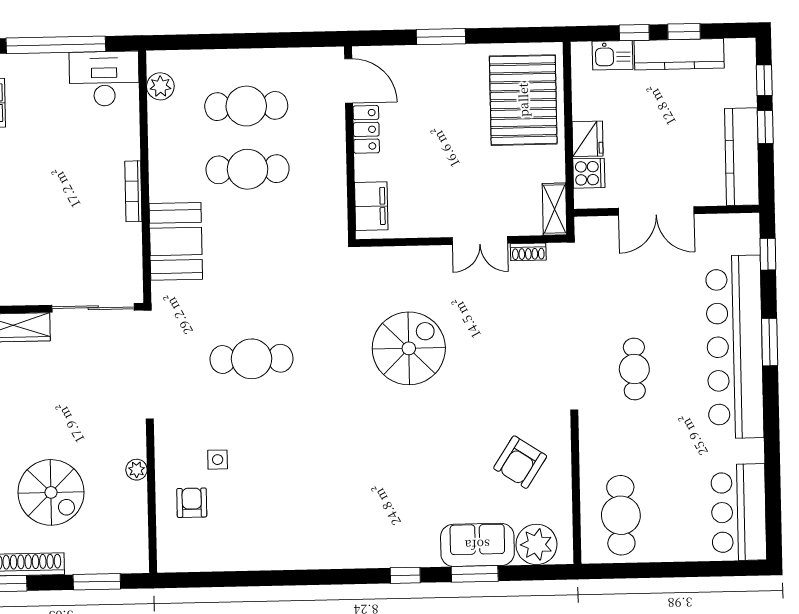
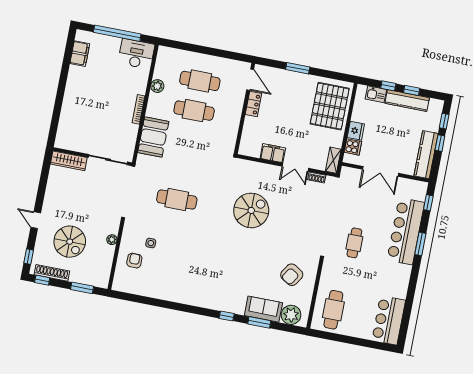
plant: (160, 86) -> (157, 86), moved
filing cabinet: (371, 206) -> (273, 153), moved, turned -90
bar counter: (735, 347) -> (406, 231), width x0.73

